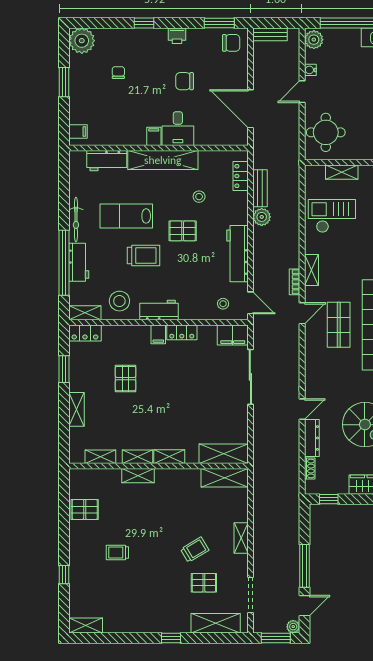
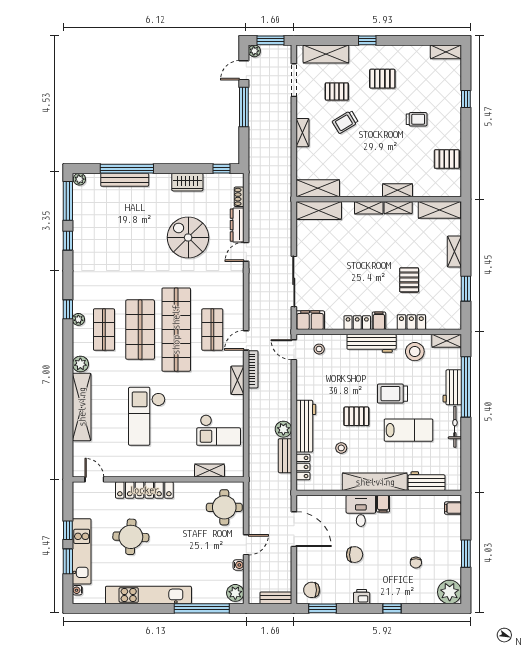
workbench: (237, 254) -> (306, 426), moved
bookcase: (294, 282) -> (253, 369), width x1.56
workbench: (159, 310) -> (372, 343), width x1.38
locker: (85, 333) -> (411, 322), moved
shelving: (100, 457) -> (439, 210), width x1.50, depth x1.33
pallet: (155, 597) -> (382, 79), added

